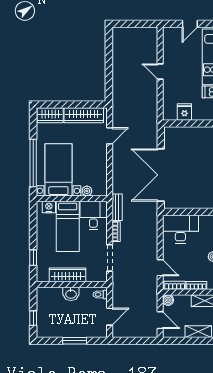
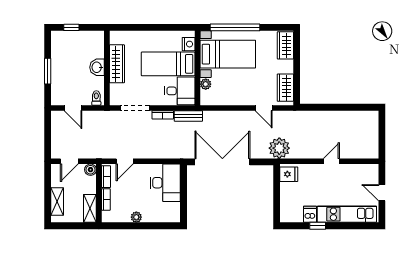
fridge: (184, 112) -> (289, 174), moved
wardrobe: (84, 115) -> (285, 88), width x0.67
plant: (148, 121) -> (279, 148), added
window: (33, 258) -> (135, 27), removed

